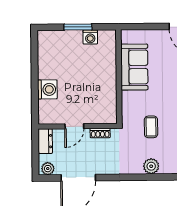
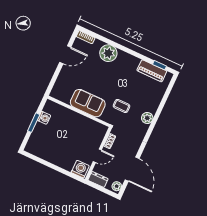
sofa: (134, 67) -> (88, 103), moved
washing machine: (47, 89) -> (80, 169), moved
door: (74, 126) -> (97, 156), hinge flipped

